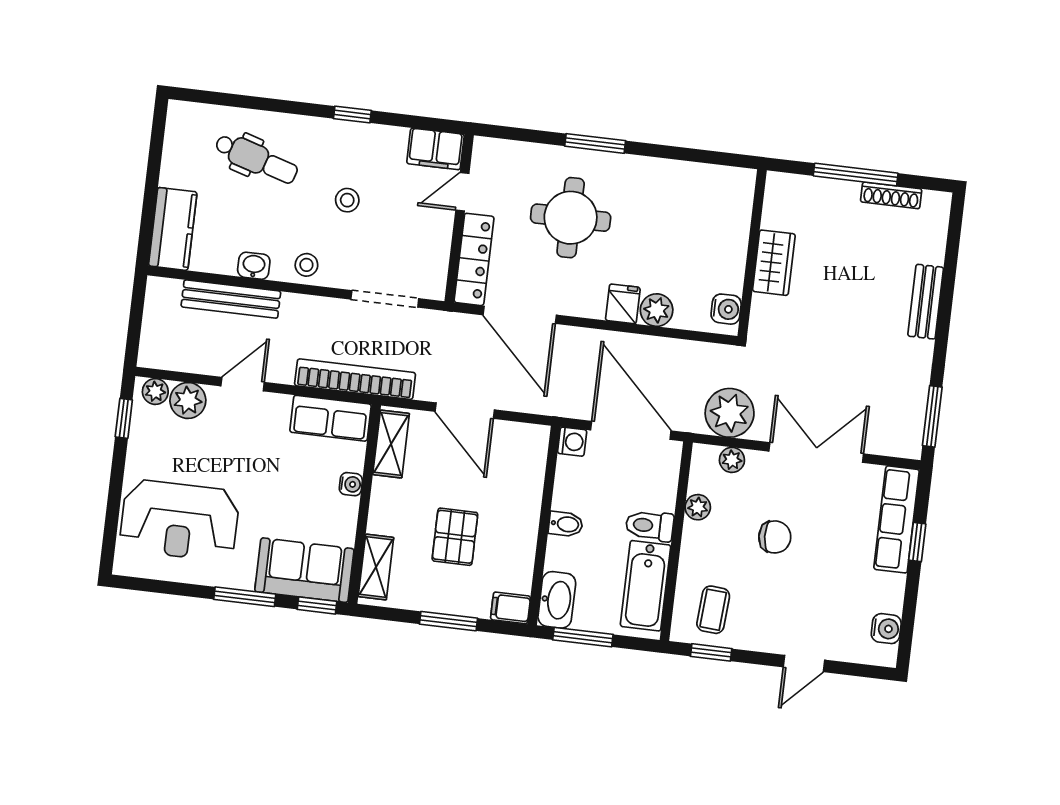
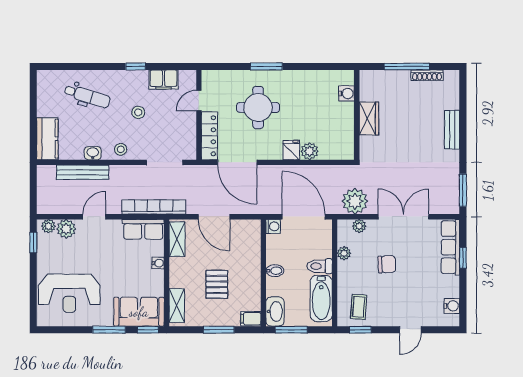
filing cabinet: (435, 149) -> (164, 80), moved
water cooler: (726, 309) -> (347, 93), moved

